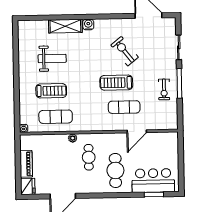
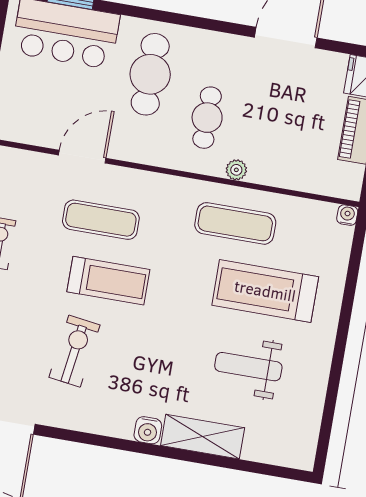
exercise bike: (125, 51) -> (75, 351), turned -134
treadmill: (51, 91) -> (265, 291), width x1.37, depth x1.38
exercise mat: (56, 117) -> (235, 223), moved

